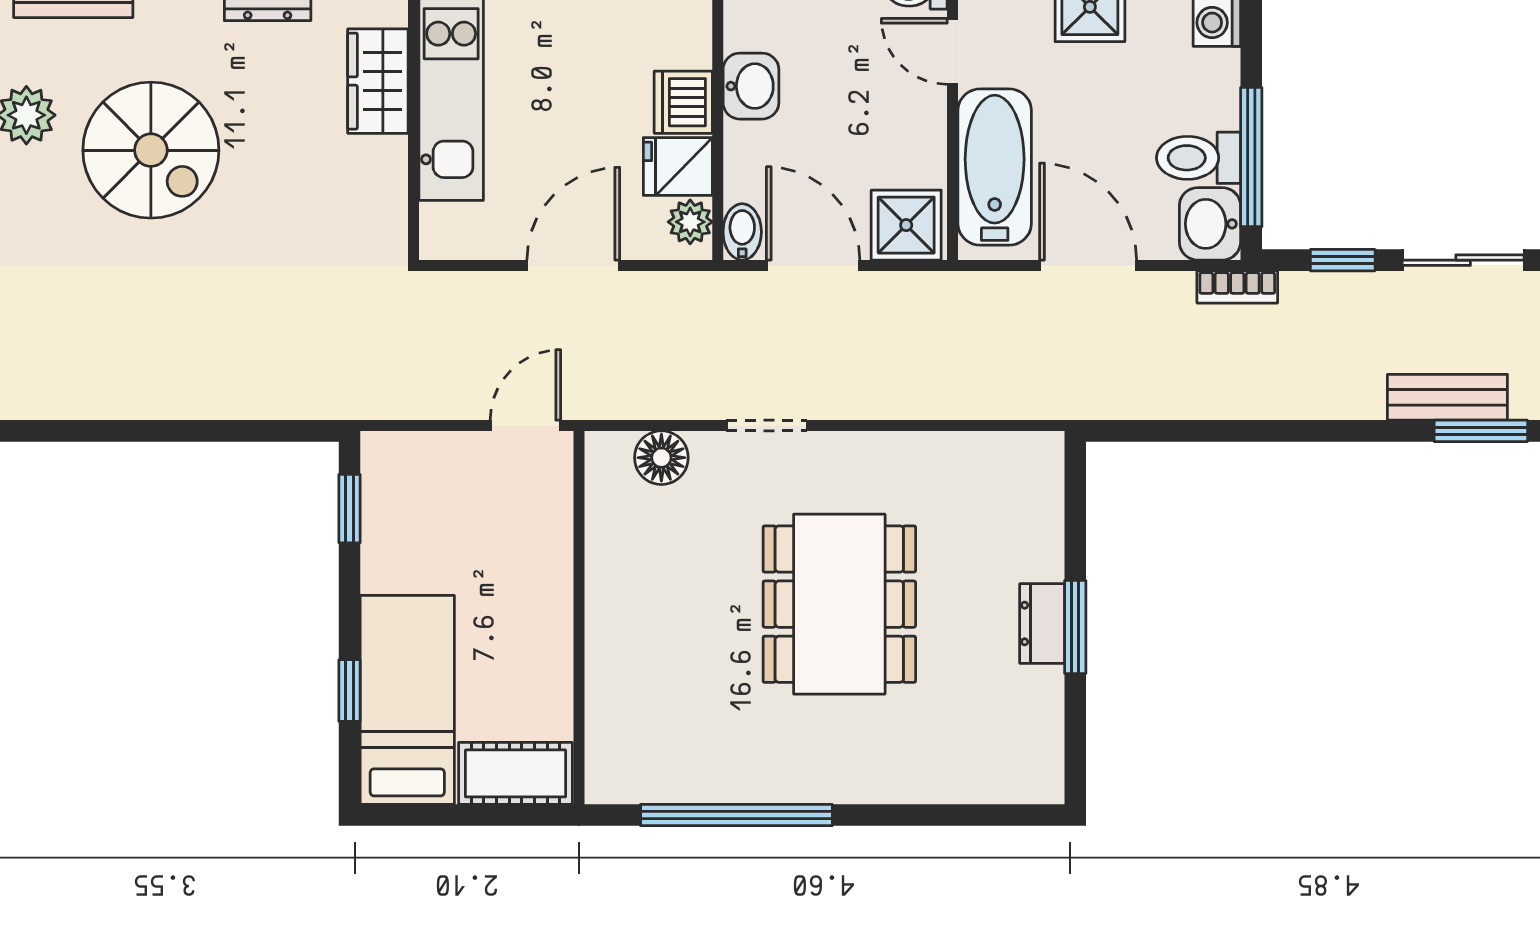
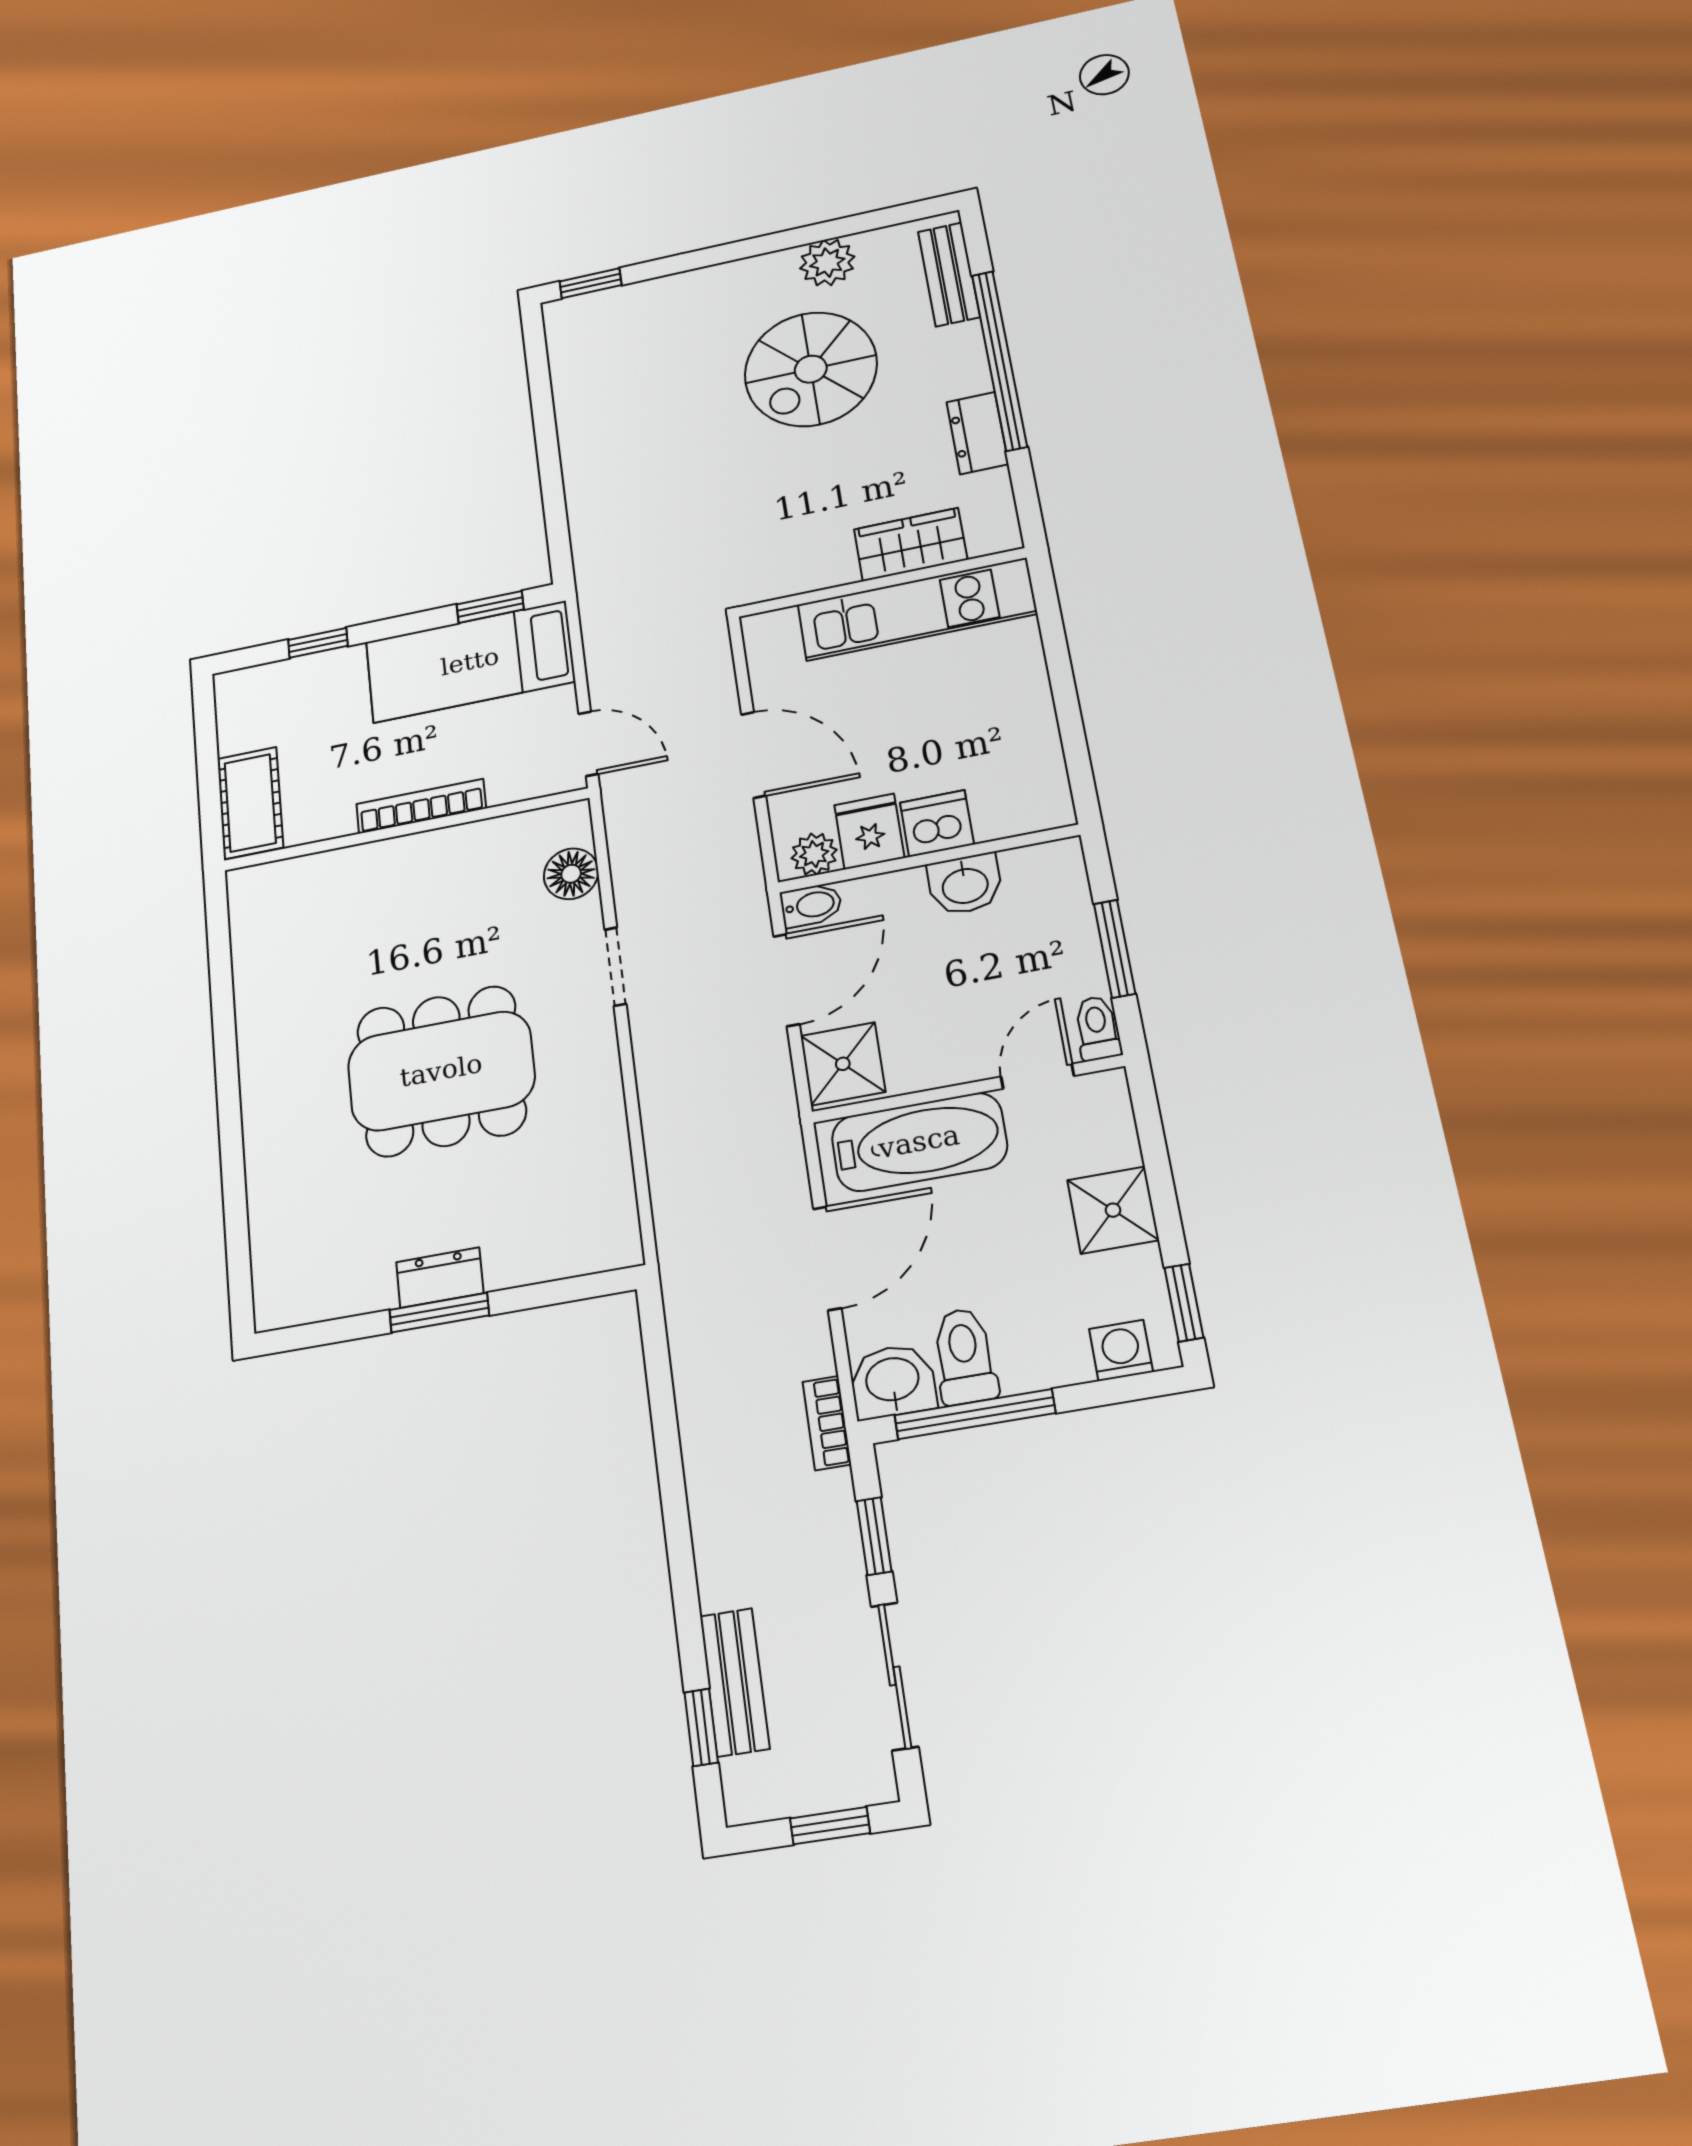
window: (1481, 431) -> (701, 1727), width x0.67
bookcase: (557, 599) -> (421, 806), added
bed: (407, 700) -> (470, 662), moved, turned 180
window: (736, 815) -> (223, 1013), removed

